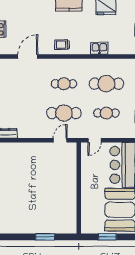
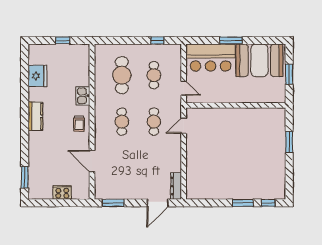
kitchen sink: (99, 48) -> (83, 96), moved
cafe table: (64, 113) -> (154, 122), width x0.73, depth x0.74
door: (60, 140) -> (184, 126), hinge flipped

